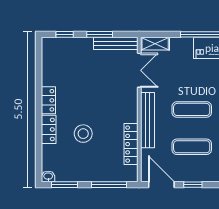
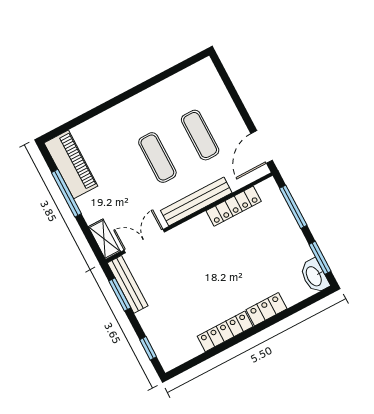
window: (100, 34) -> (120, 294), moved
locker: (48, 100) -> (225, 331), width x1.53
stool: (83, 134) -> (250, 267), removed
washbasin: (48, 176) -> (314, 276), width x1.91, depth x1.45
window: (193, 185) -> (243, 111), removed

